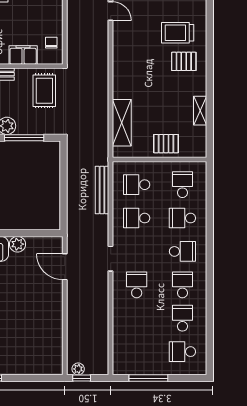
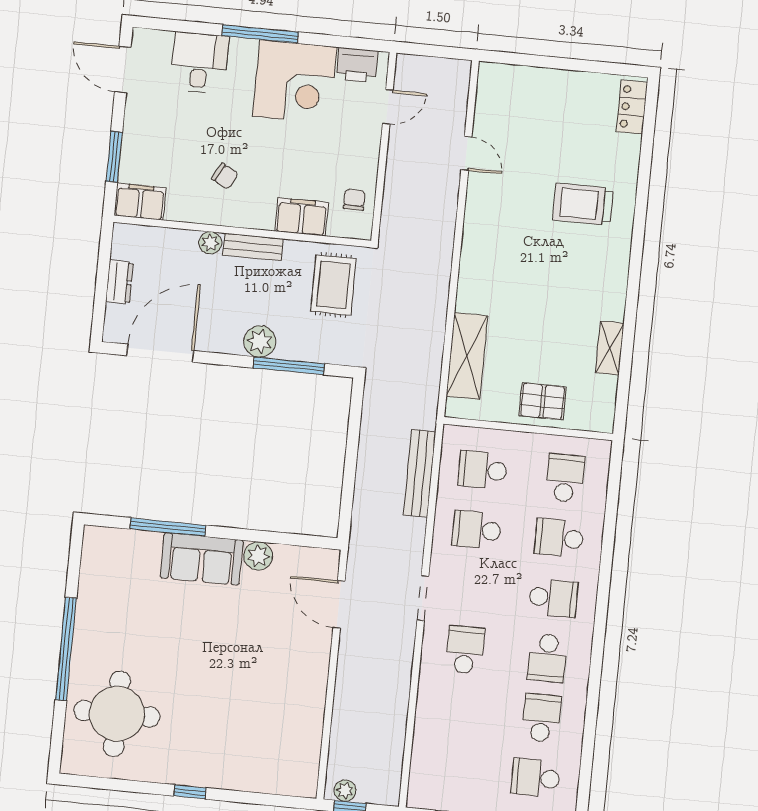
pallet: (184, 61) -> (589, 257), removed
school desk: (182, 285) -> (547, 658), turned 180

